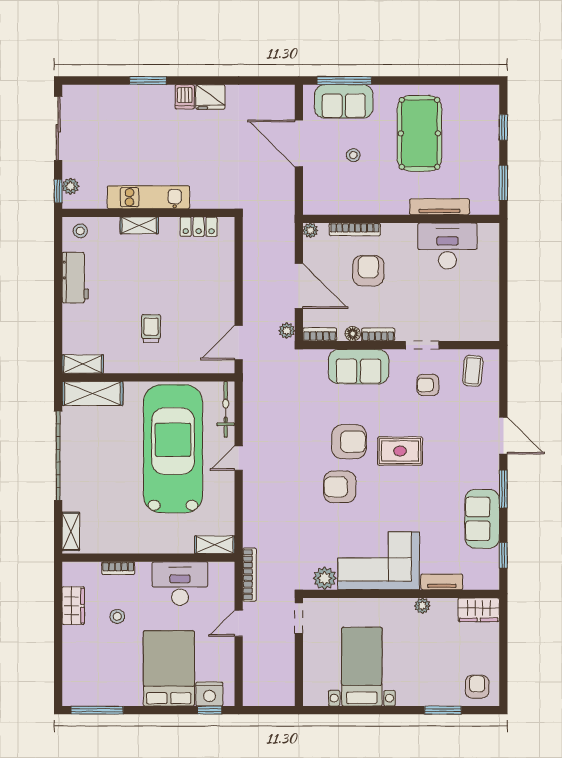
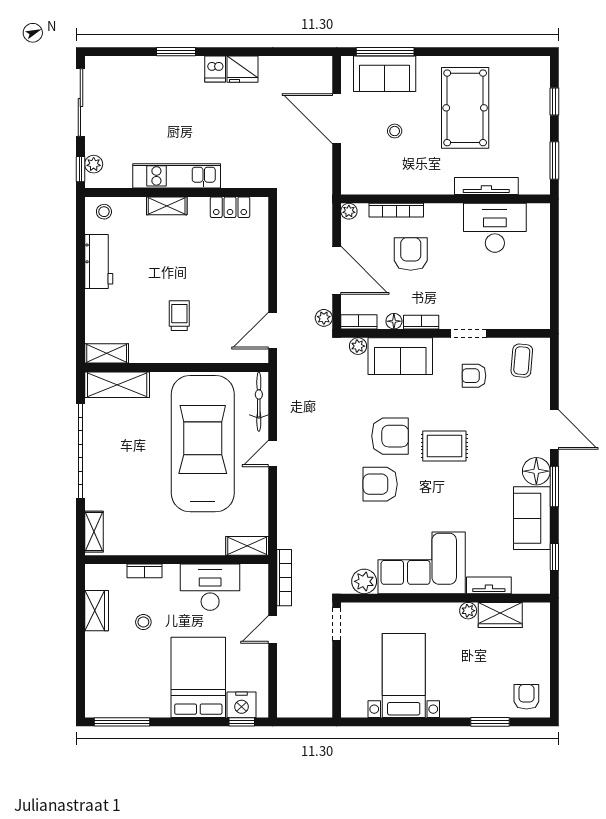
plant: (319, 357) -> (358, 346), added
floor lamp: (486, 475) -> (536, 471), added
wardrobe: (479, 610) -> (500, 615), moved

